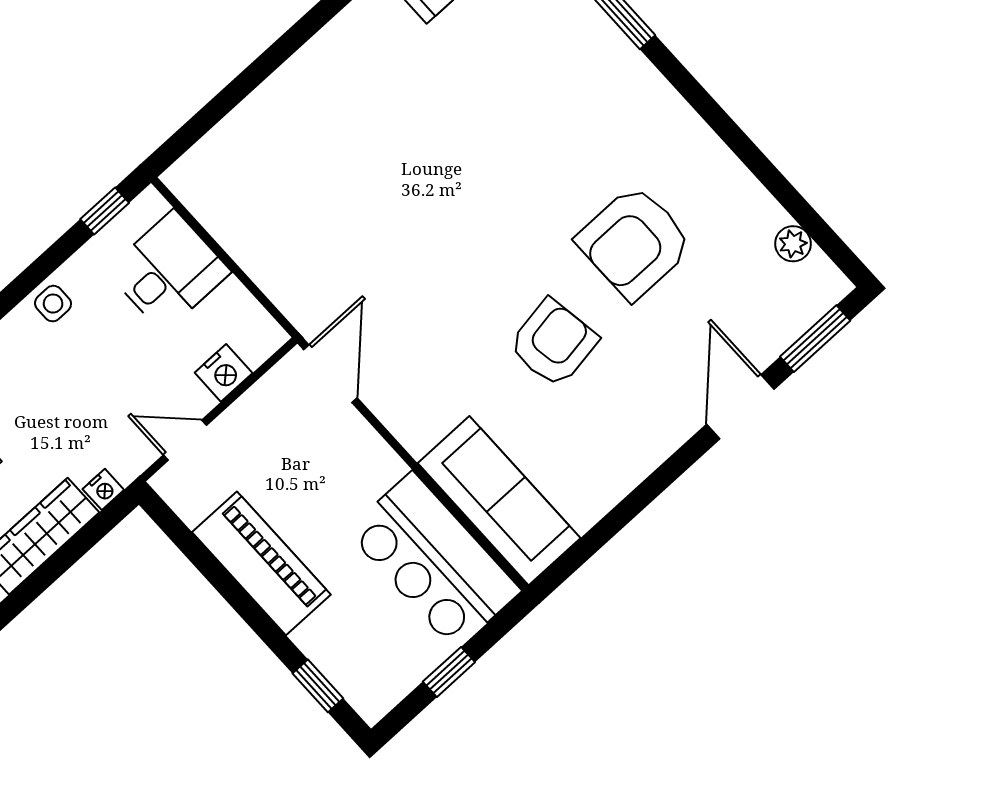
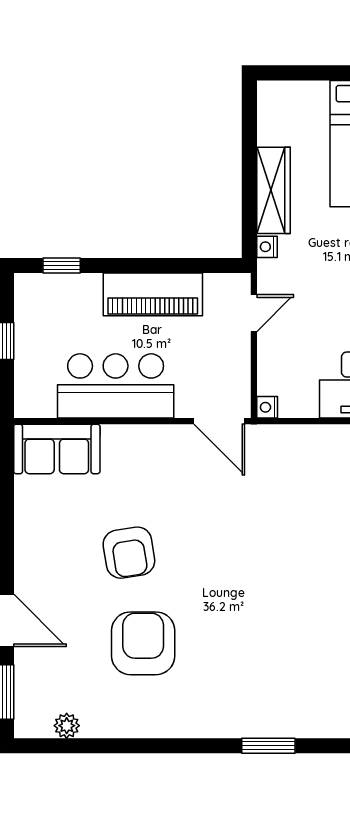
nightstand: (224, 373) -> (267, 407), moved, width x0.72, depth x0.74
sofa: (499, 501) -> (57, 449), width x0.73
bar counter: (434, 561) -> (116, 386), moved

